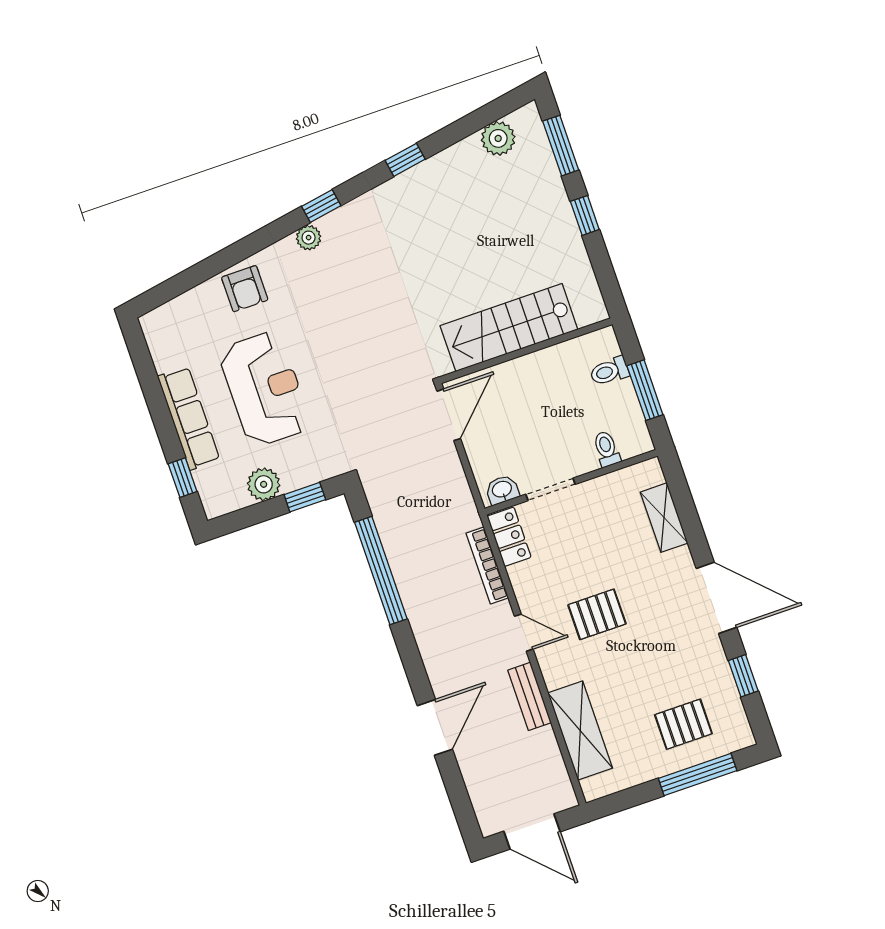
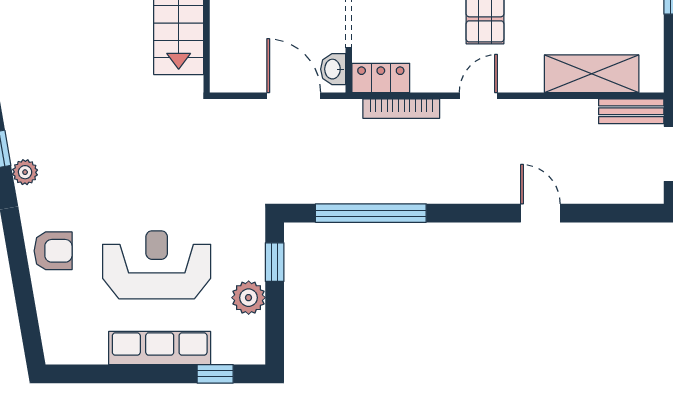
door: (449, 415) -> (294, 96), moved
bench: (530, 696) -> (631, 111), moved
door: (435, 727) -> (540, 213), width x0.73

